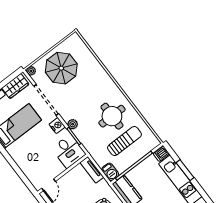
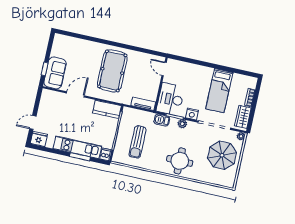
round table: (112, 116) -> (180, 161), moved
desk: (69, 151) -> (170, 99), width x1.37
barbecue: (110, 172) -> (162, 120), moved

